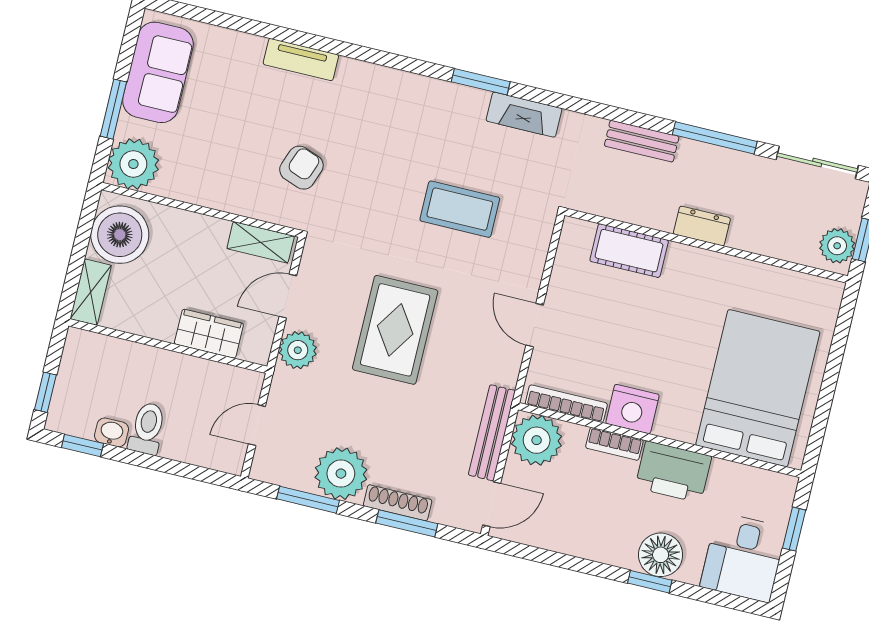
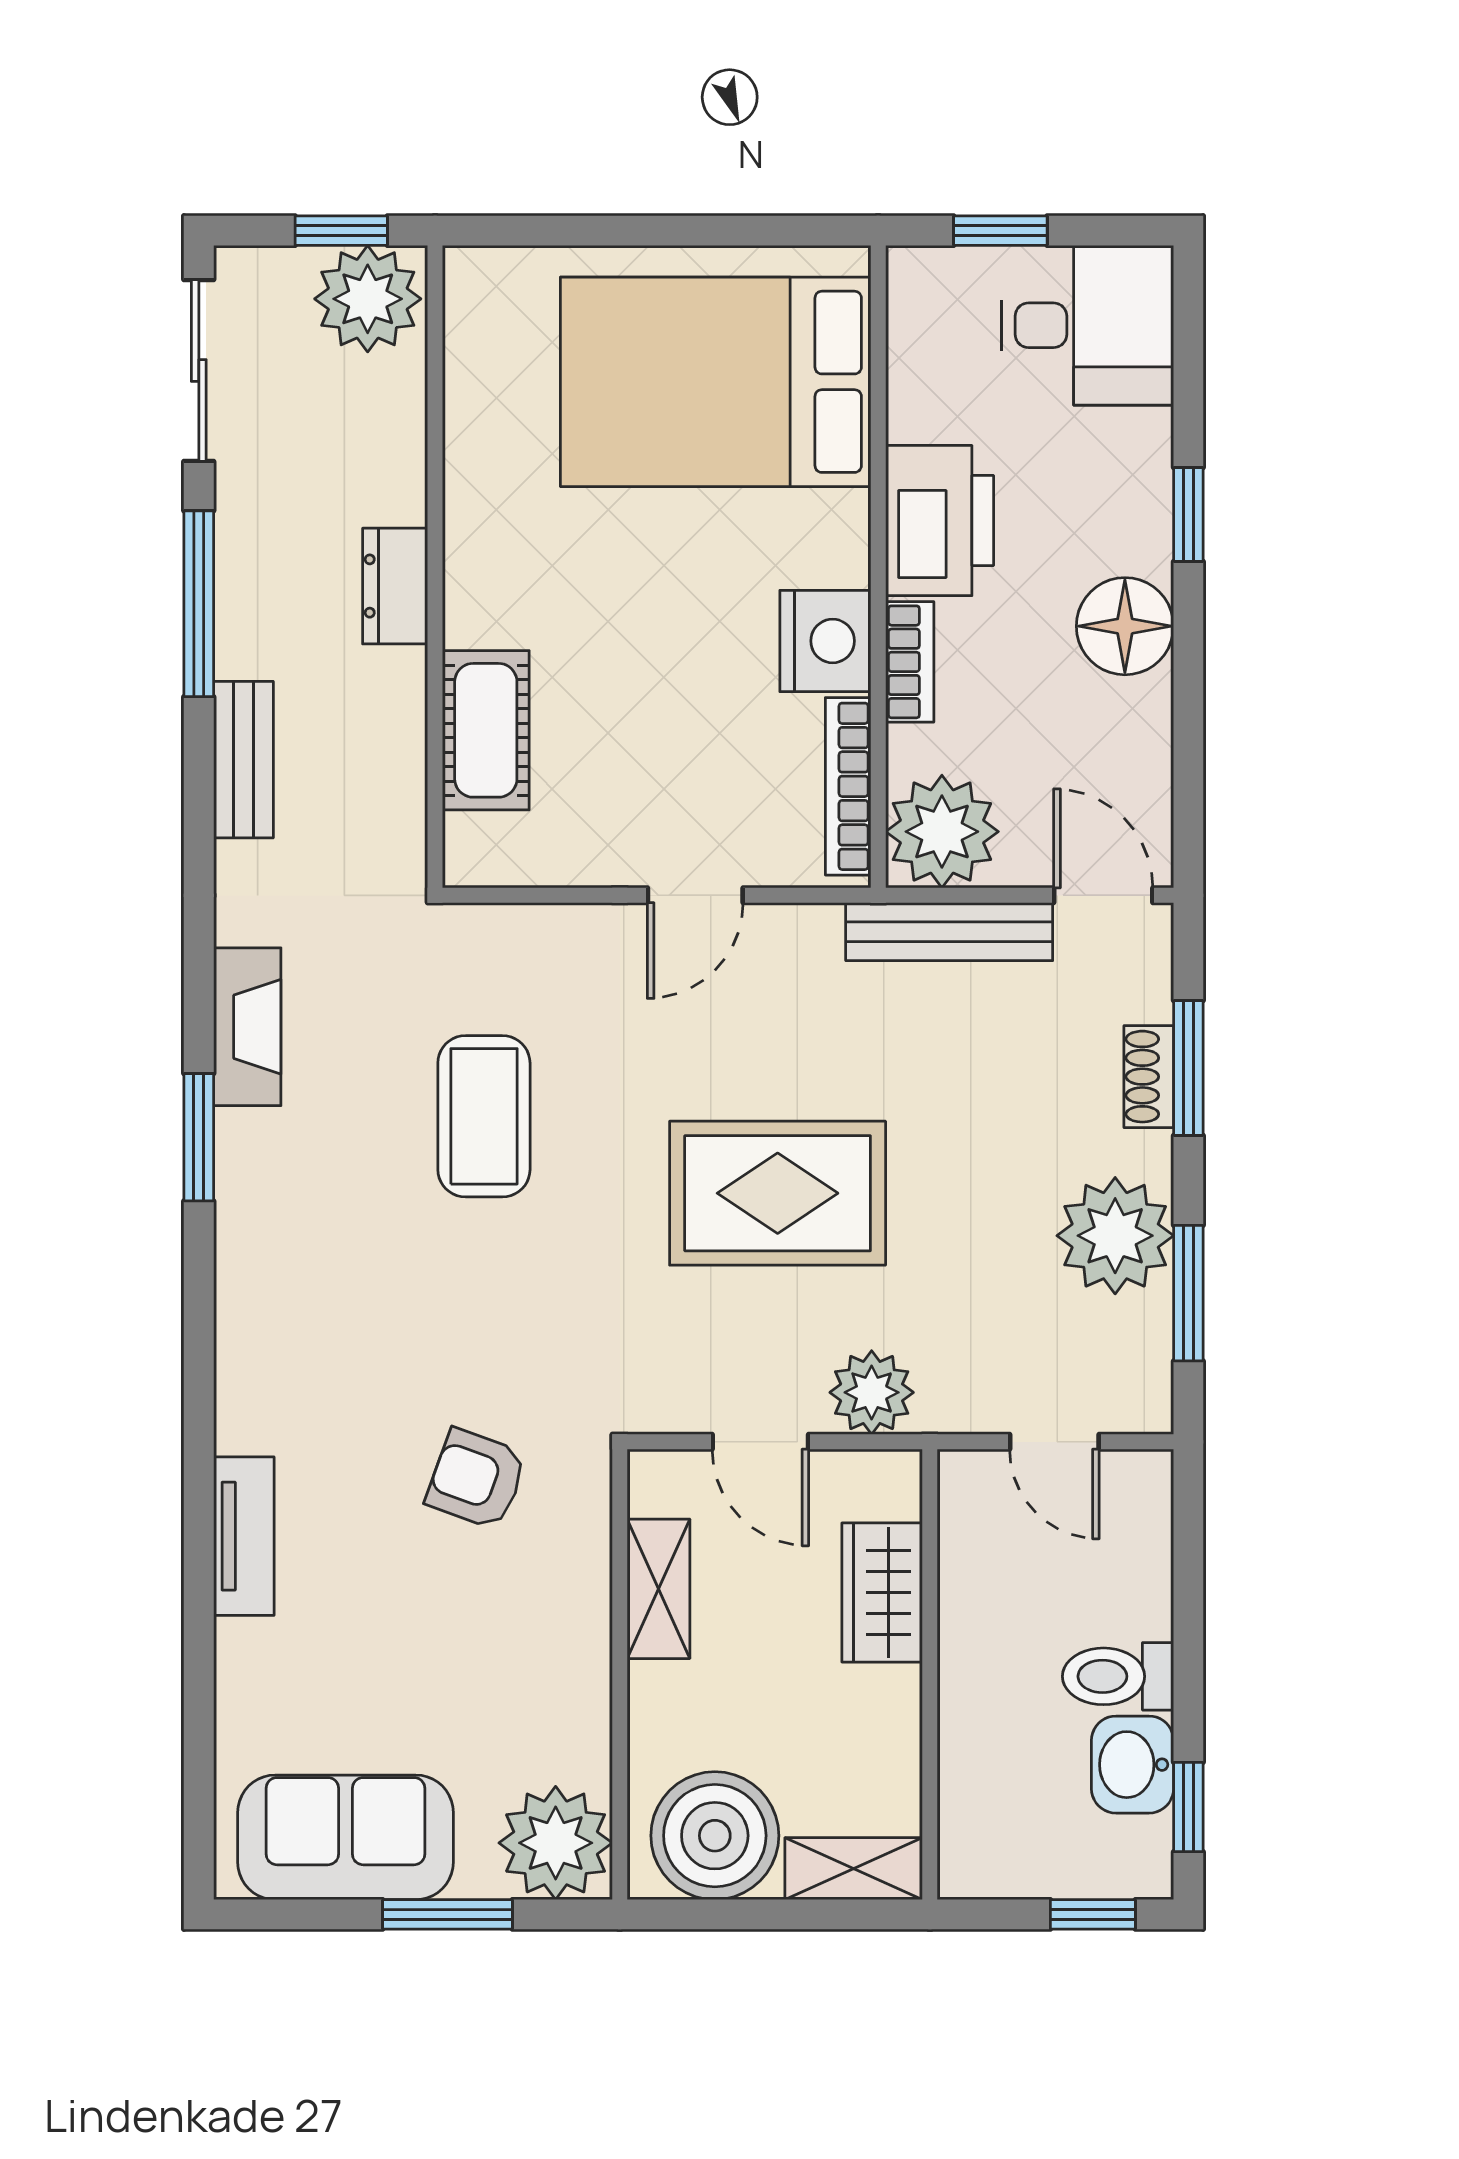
shelving: (261, 242) -> (658, 1589), moved
plant: (837, 246) -> (368, 299), width x1.36, depth x1.36
washbasin: (112, 432) -> (1132, 1765), width x1.38, depth x1.45
shoe rack: (398, 503) -> (1149, 1077), width x0.70
floor lamp: (661, 555) -> (1125, 626), moved

